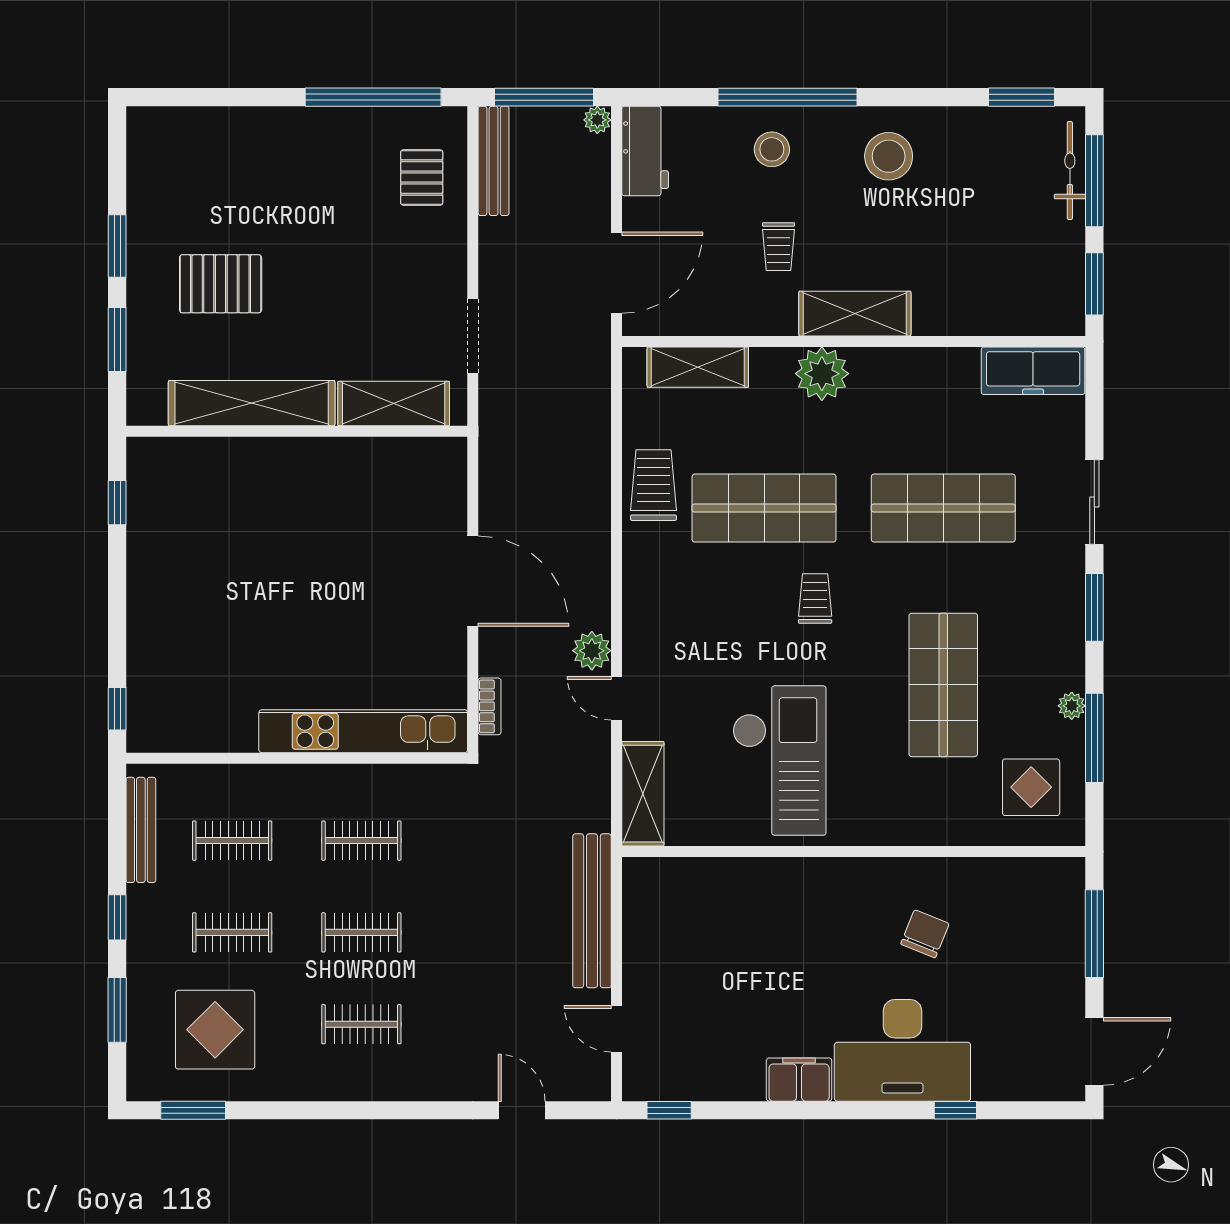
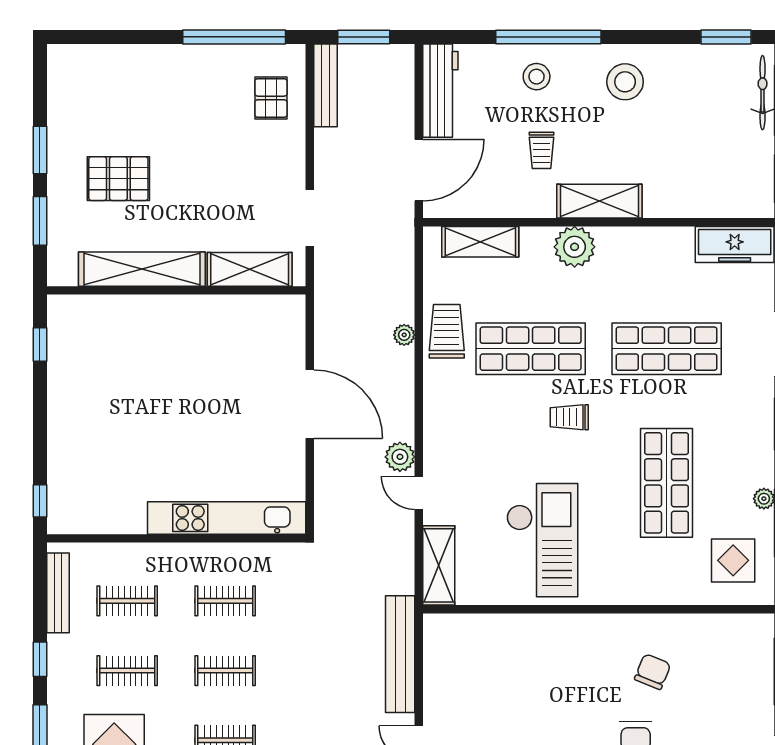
window: (544, 97) -> (364, 37), width x0.69
plant: (597, 120) -> (404, 335), moved
workbench: (645, 151) -> (440, 91), width x1.38
trolley: (815, 598) -> (569, 417), turned -90
bookcase: (490, 706) -> (322, 499), removed

